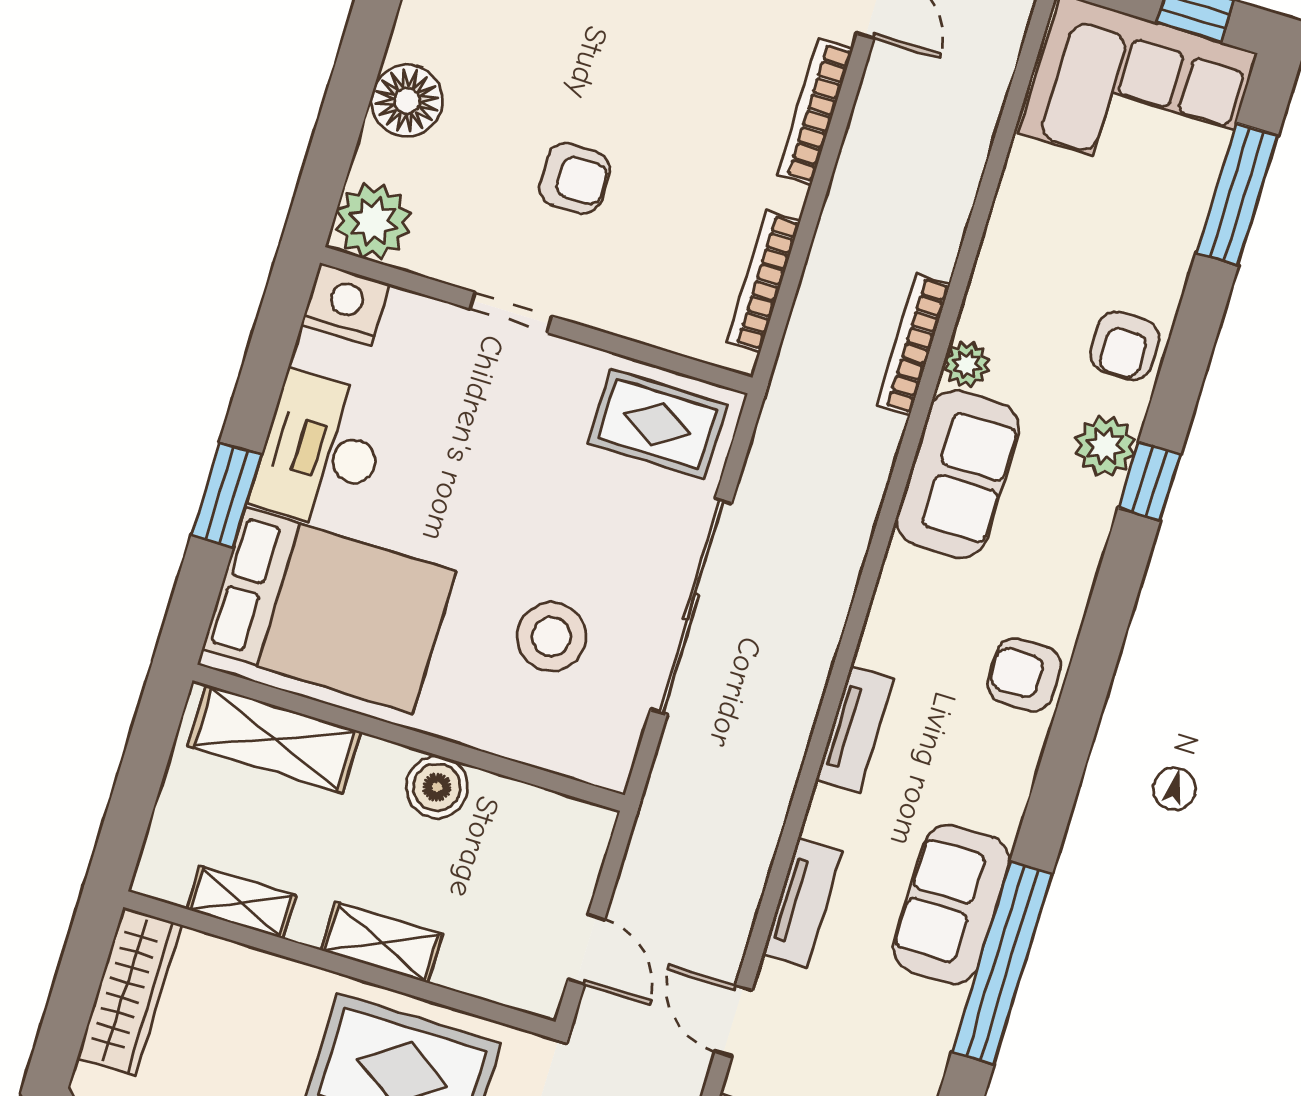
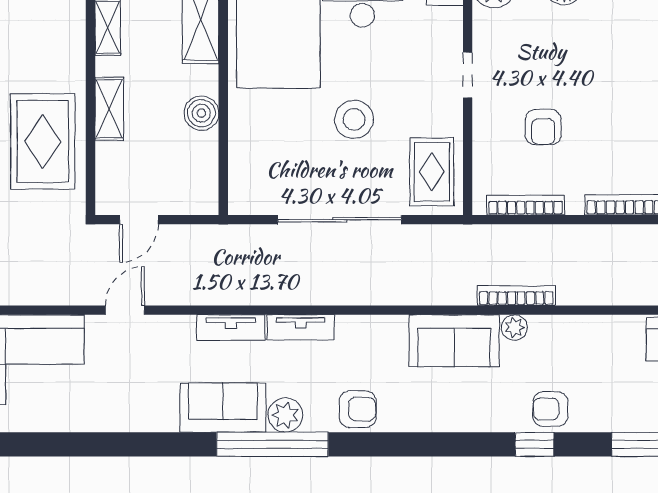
armchair: (574, 178) -> (543, 127), moved
plant: (1105, 446) -> (285, 415), moved
window: (1149, 481) -> (535, 444), moved
stool: (551, 637) -> (354, 119), moved
armchair: (1024, 675) -> (358, 409), turned 90
tv unit: (802, 903) -> (231, 328), moved
window: (1002, 963) -> (272, 444), moved

